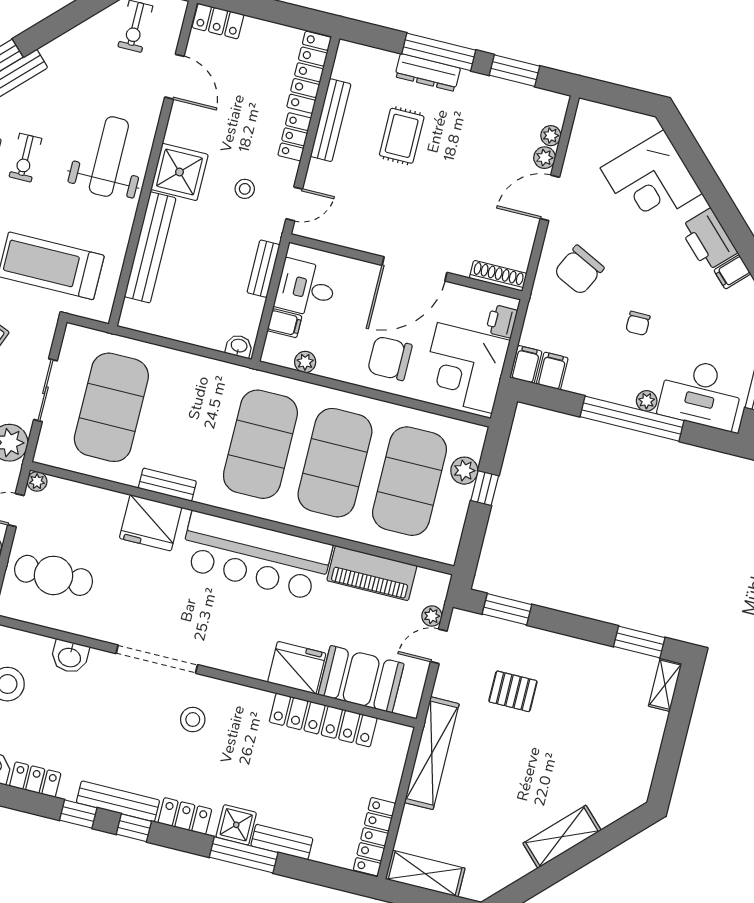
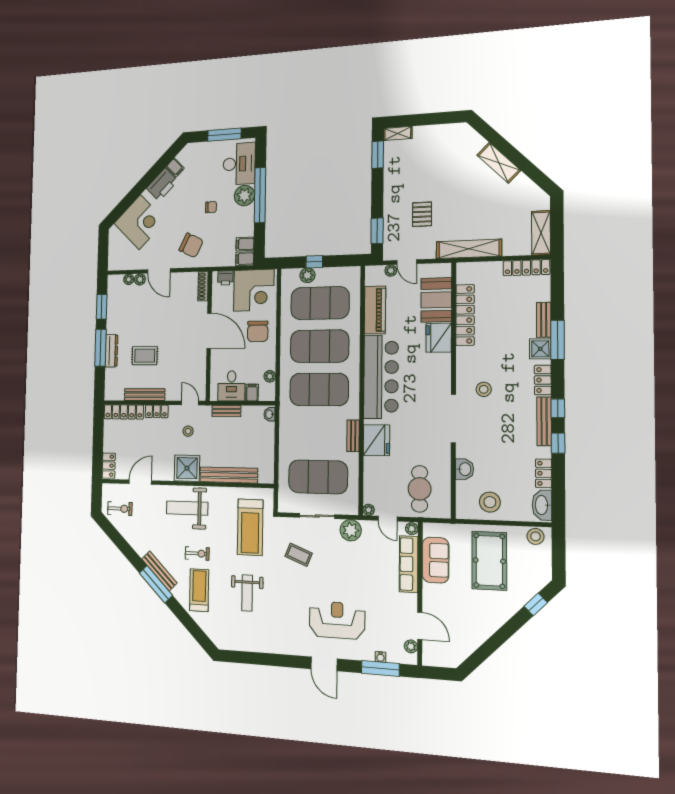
plant: (647, 401) -> (244, 196), width x1.88, depth x1.88

